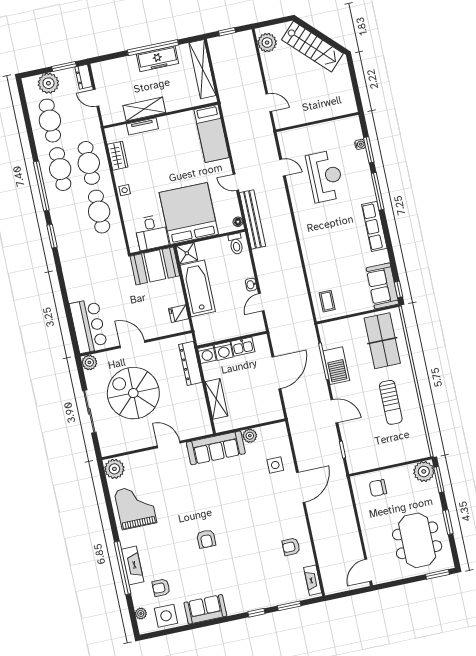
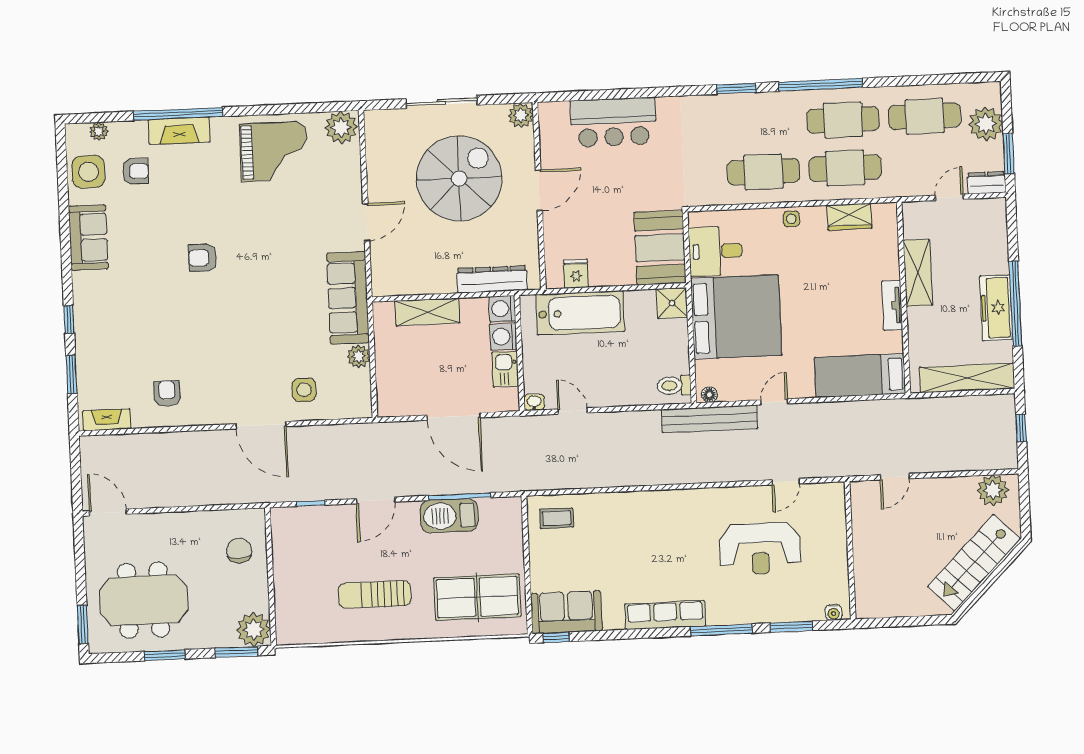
tv unit: (142, 126) -> (892, 305), moved
water cooler: (360, 144) -> (833, 612), moved
washbasin: (251, 285) -> (534, 402), moved
bathtub: (198, 288) -> (580, 313), moved
bar counter: (88, 326) -> (613, 122), moved
armchair: (161, 588) -> (135, 171), turned 90

